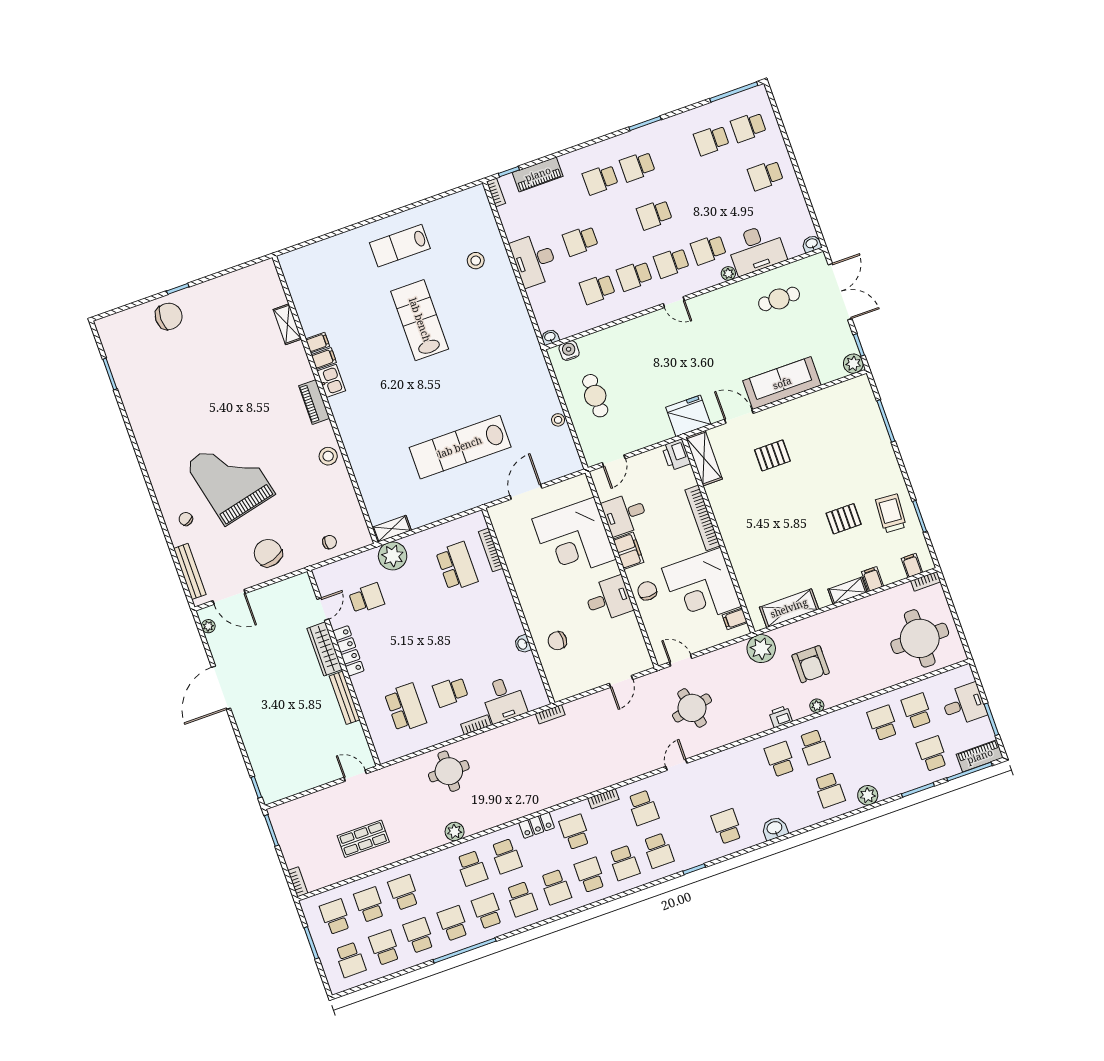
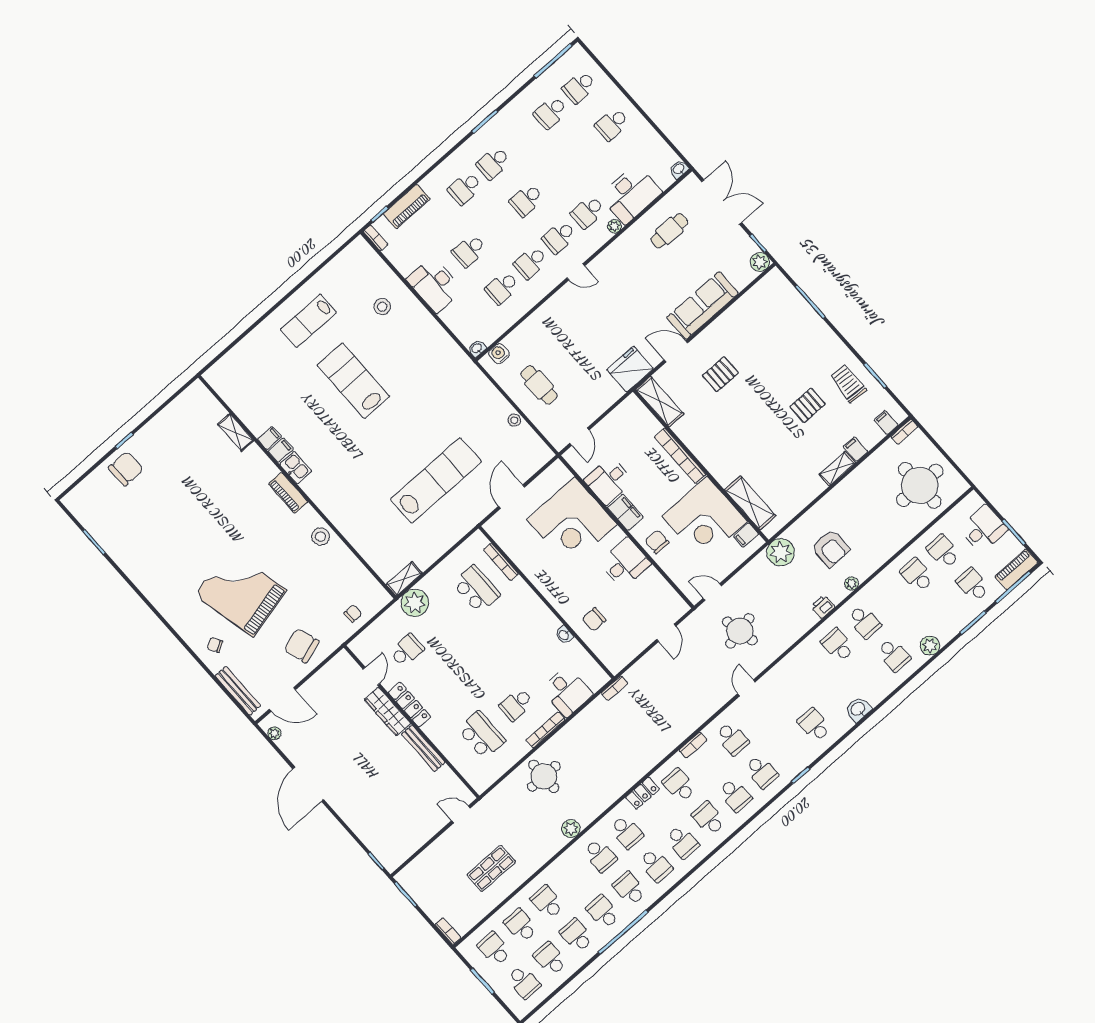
lab bench: (460, 447) -> (436, 480), turned 180
printer: (676, 455) -> (633, 409), removed
shelving: (789, 608) -> (750, 503), moved, turned 90
bookcase: (476, 725) -> (546, 730), width x1.56

